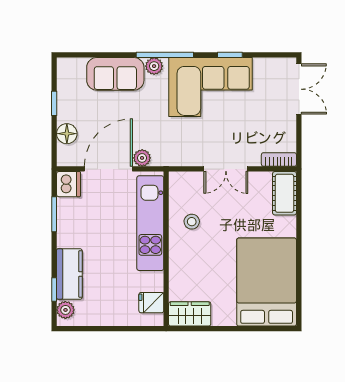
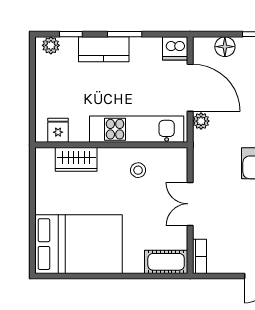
window: (54, 214) -> (125, 34), moved
kitchen counter: (69, 274) -> (104, 49), moved
wardrobe: (190, 314) -> (76, 159), moved, turned 90

